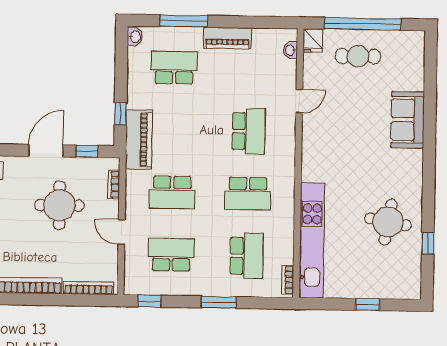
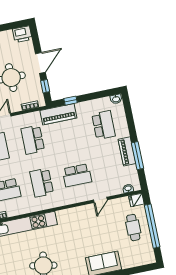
window: (184, 21) -> (138, 156), moved
door: (299, 101) -> (100, 200), hinge flipped
door: (46, 151) -> (40, 63), hinge flipped

